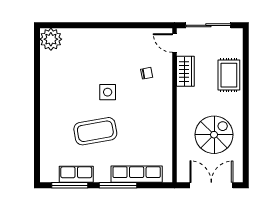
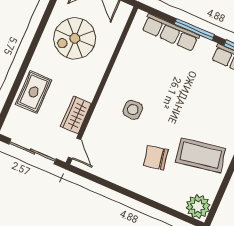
chair: (147, 73) -> (156, 158), moved, width x1.87, depth x1.87
side table: (108, 92) -> (133, 110), moved
coffee table: (95, 131) -> (201, 155), moved

